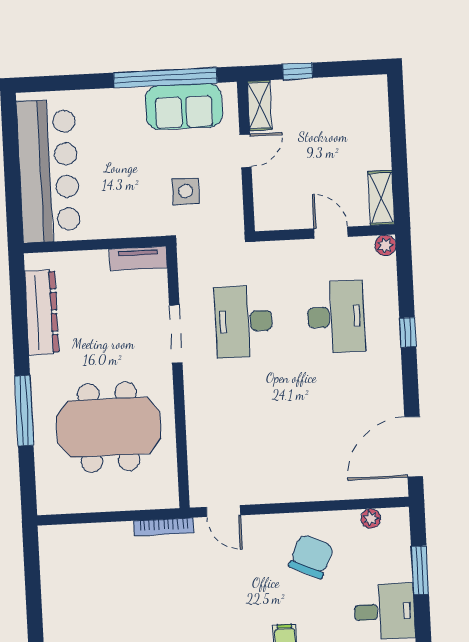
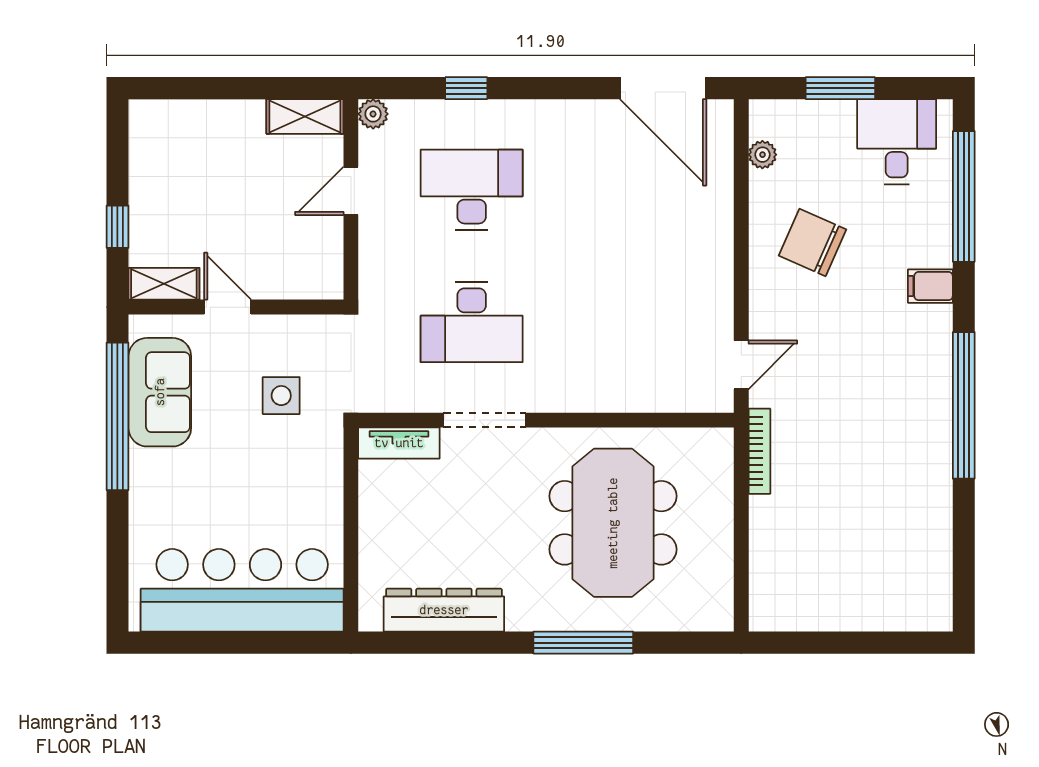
tv unit: (138, 258) -> (399, 443), moved, turned 90
window: (408, 332) -> (466, 88), moved

